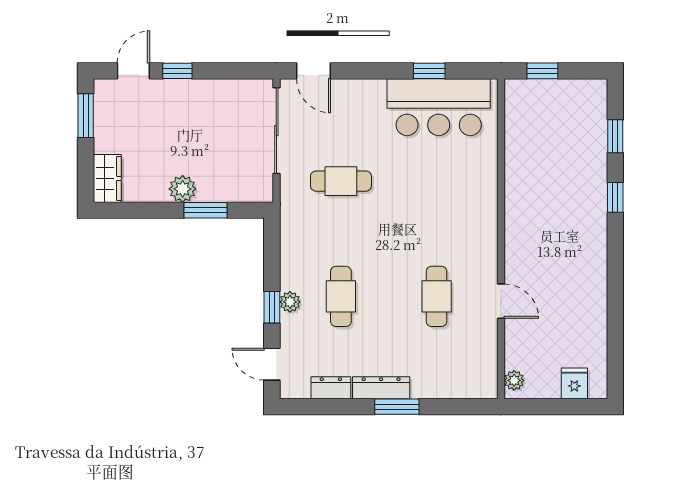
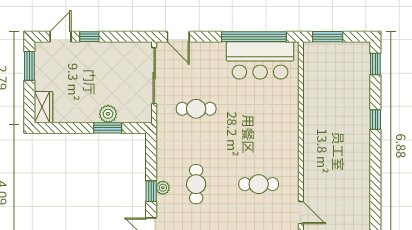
window: (429, 71) -> (254, 37), width x3.17
window: (542, 71) -> (328, 37), width x1.50
window: (615, 136) -> (375, 64), moved
plant: (183, 189) -> (108, 114), moved
cafe table: (437, 296) -> (259, 184), turned 90
door: (501, 301) -> (301, 213), moved

